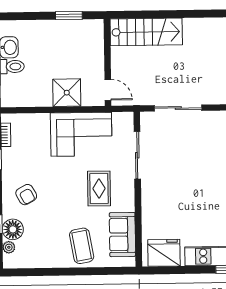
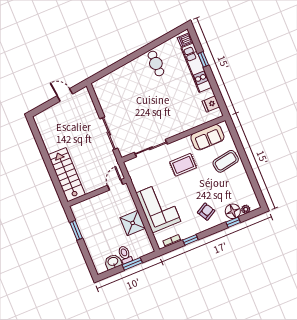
shower: (67, 93) -> (133, 223), moved
corner sofa: (81, 134) -> (158, 207), moved
fridge: (164, 253) -> (211, 104), width x0.53, depth x0.75

